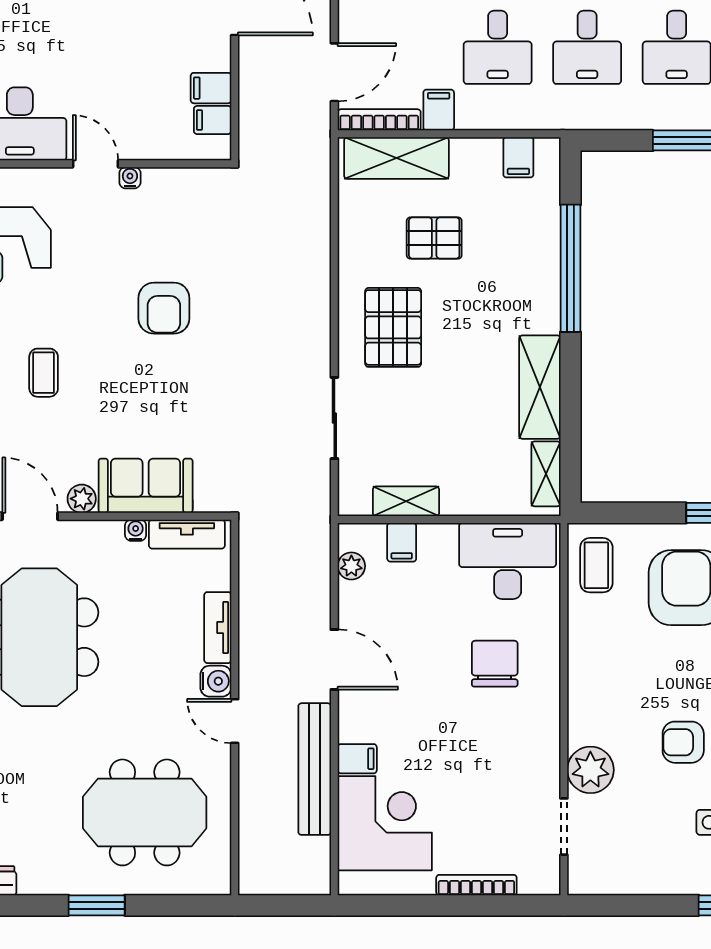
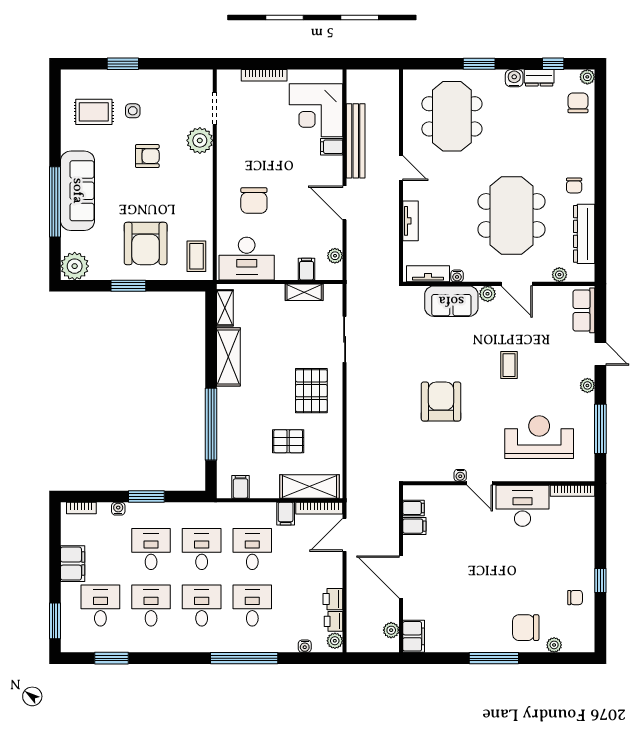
armchair: (164, 308) -> (441, 402), width x1.36, depth x1.36
water cooler: (216, 681) -> (514, 78), moved, turned 90
meeting table: (145, 812) -> (452, 116), turned 90

